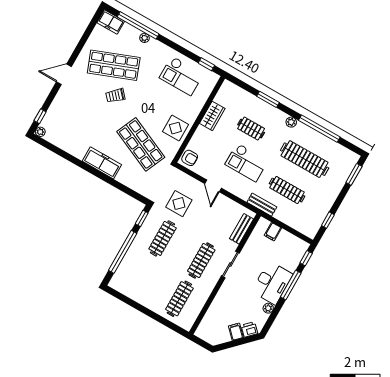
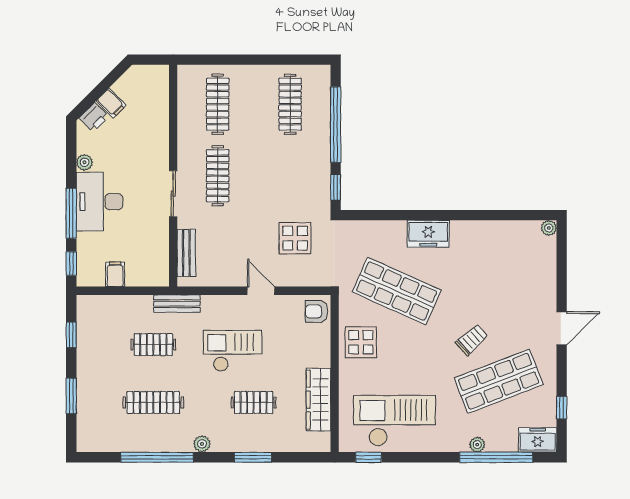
checkout: (181, 76) -> (394, 421), width x1.36, depth x1.21
window: (40, 116) -> (562, 408), moved
wardrobe: (212, 116) -> (318, 400), width x1.50
clothes rail: (305, 159) -> (153, 402), width x0.73, depth x0.76
freezer: (102, 163) -> (428, 234), width x0.71
window: (354, 174) -> (71, 396), moved
clothes rail: (287, 190) -> (153, 345), width x0.73
filing cabinet: (273, 232) -> (115, 274), moved
clothes rail: (162, 238) -> (290, 104), moved

